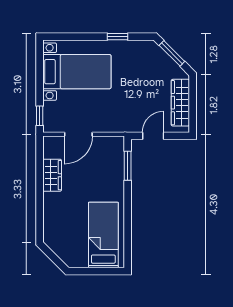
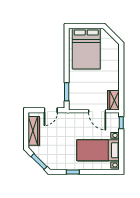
door: (78, 134) -> (97, 111), swing flipped
wardrobe: (52, 175) -> (113, 100), moved
bed: (103, 235) -> (86, 49), width x1.50

